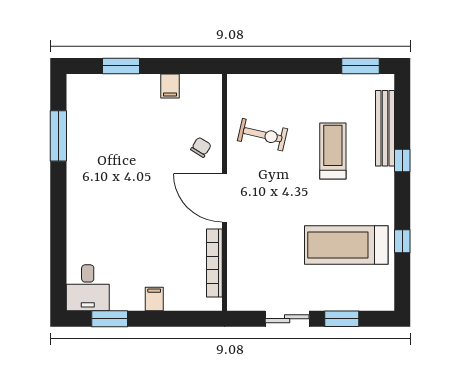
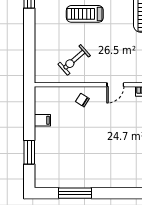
exercise bike: (263, 135) -> (74, 60), turned -144
door: (224, 198) -> (115, 85), width x0.53

